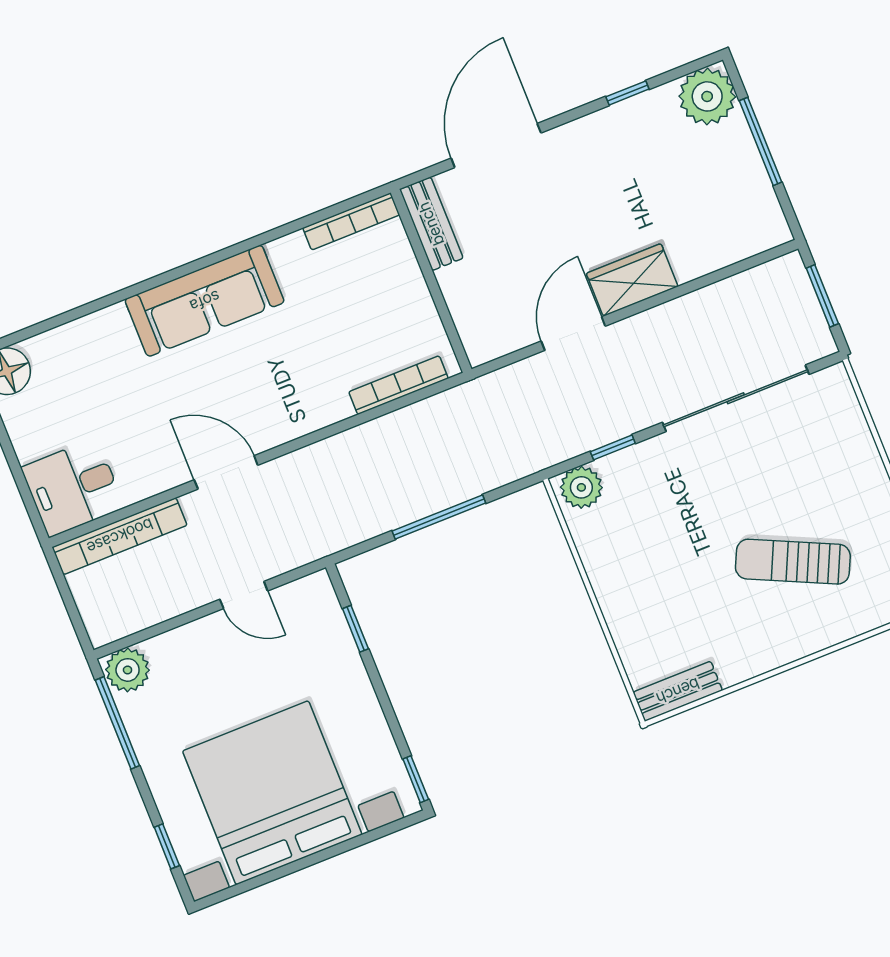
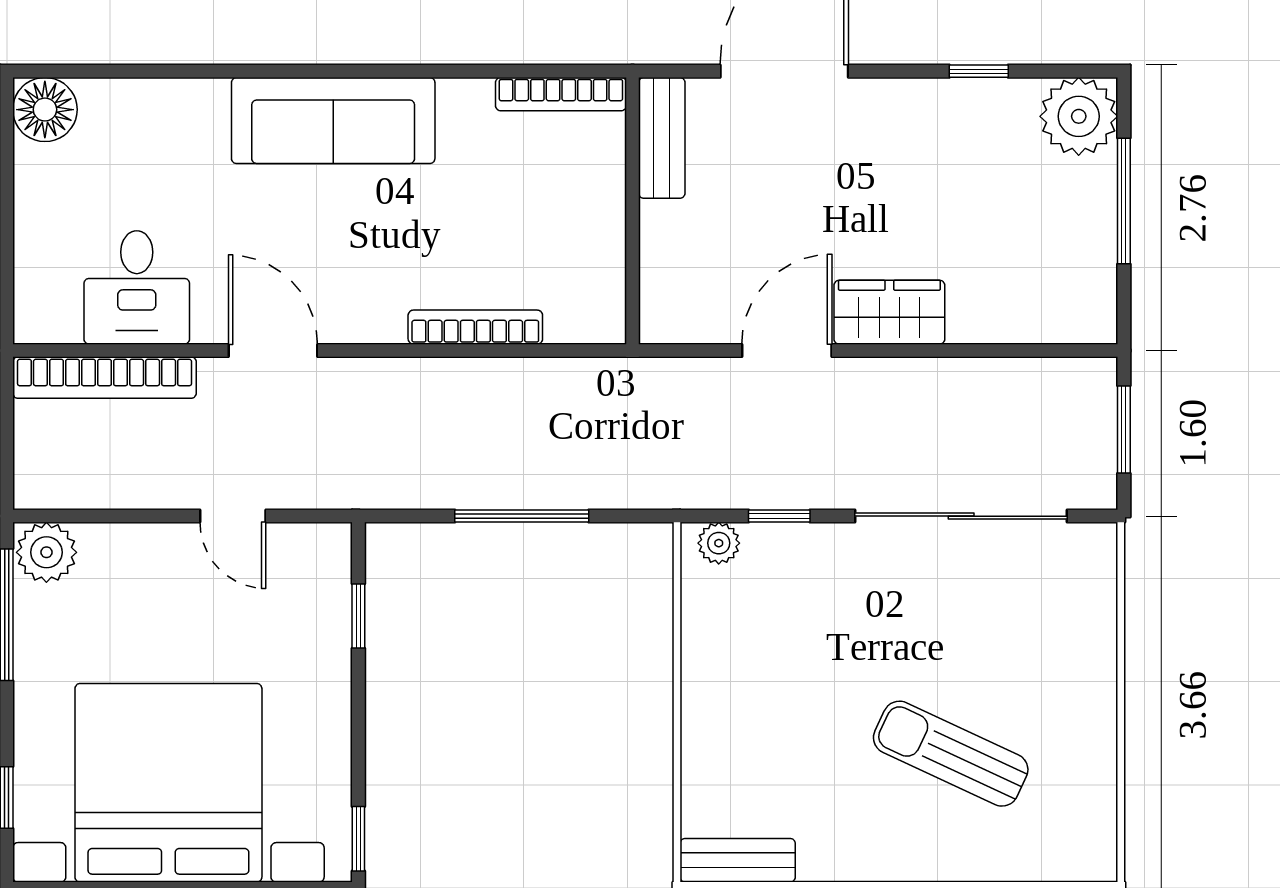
bookcase: (398, 385) -> (475, 327), moved
plant: (581, 487) -> (719, 543), width x0.73, depth x0.73
desk: (73, 488) -> (137, 287), moved, turned -90

